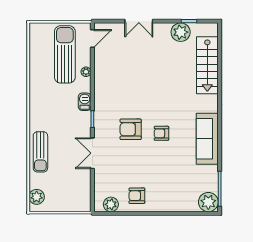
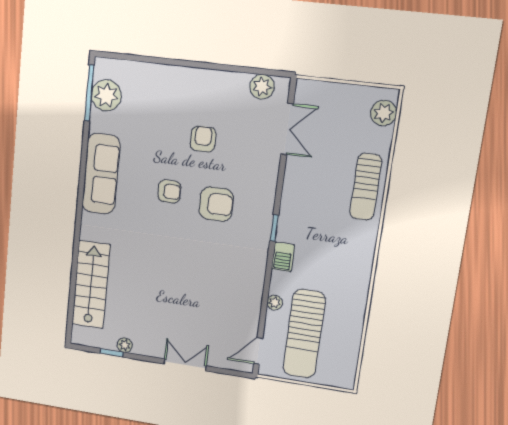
plant: (181, 32) -> (125, 345), width x0.53, depth x0.53
sun lounger: (40, 152) -> (366, 187), turned 180
double door: (92, 153) -> (287, 129), moved
armchair: (137, 196) -> (203, 139), moved, turned -90
plant: (208, 202) -> (106, 95), moved

